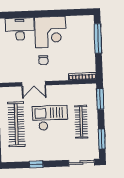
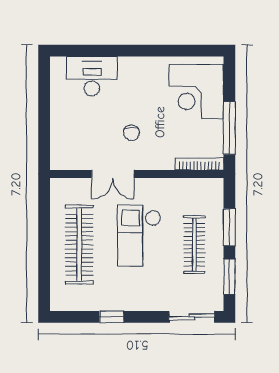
corner desk: (50, 32) -> (196, 92), moved, turned 90
window: (98, 38) -> (229, 128), moved
window: (100, 99) -> (229, 227), moved
checkout: (50, 118) -> (139, 236), turned -90

